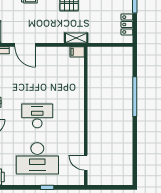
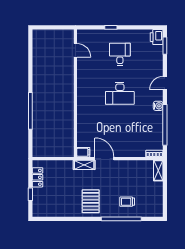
door: (25, 45) -> (104, 159), moved
desk: (37, 158) -> (120, 54), width x0.53, depth x0.77

